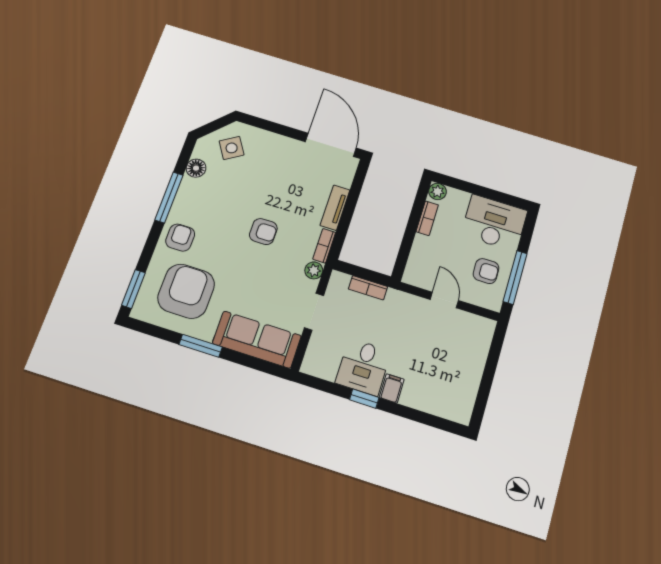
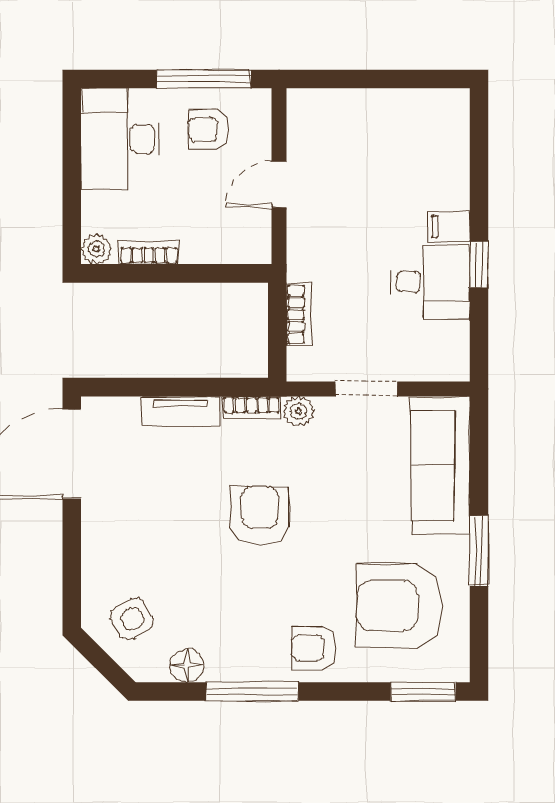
armchair: (263, 232) -> (260, 516), width x1.38, depth x1.38
armchair: (486, 271) -> (208, 130), turned -90

